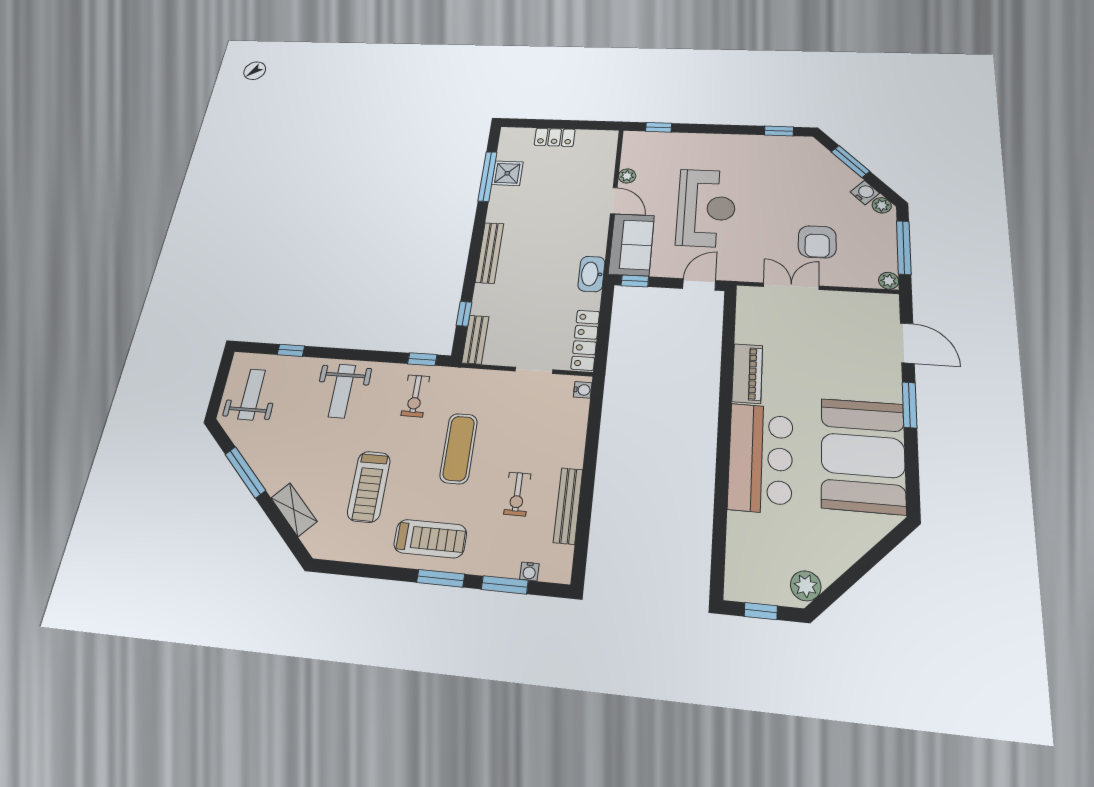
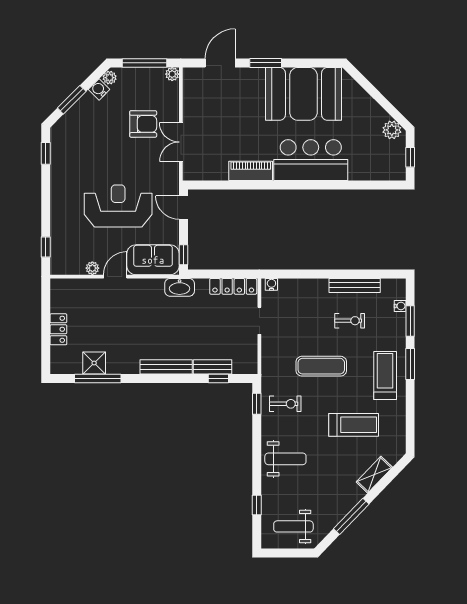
bench: (475, 340) -> (213, 367), moved

